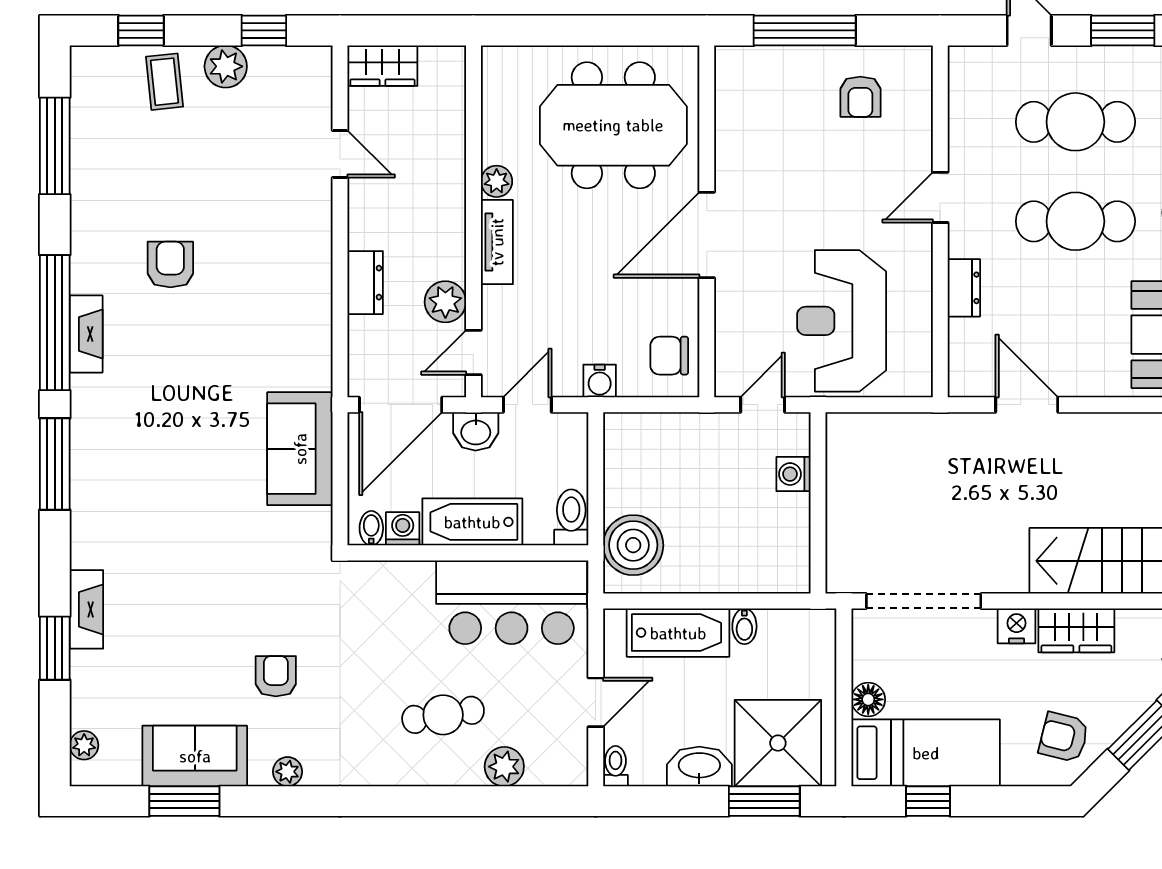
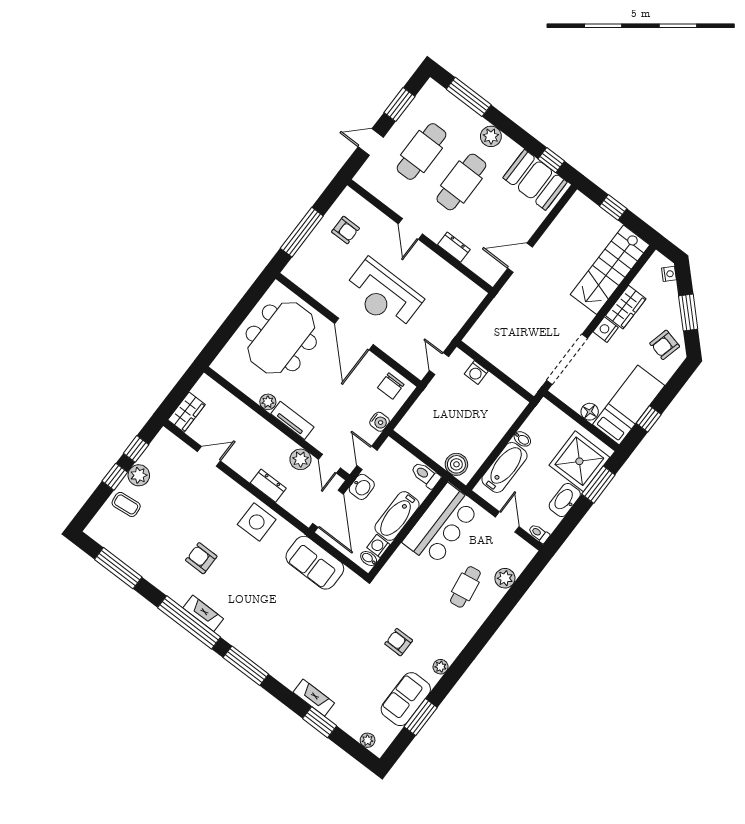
window: (141, 30) -> (115, 477), moved
side table: (294, 308) -> (257, 522), added
reception desk: (842, 321) -> (383, 295), moved
boiler: (633, 545) -> (456, 464), width x0.73, depth x0.73

